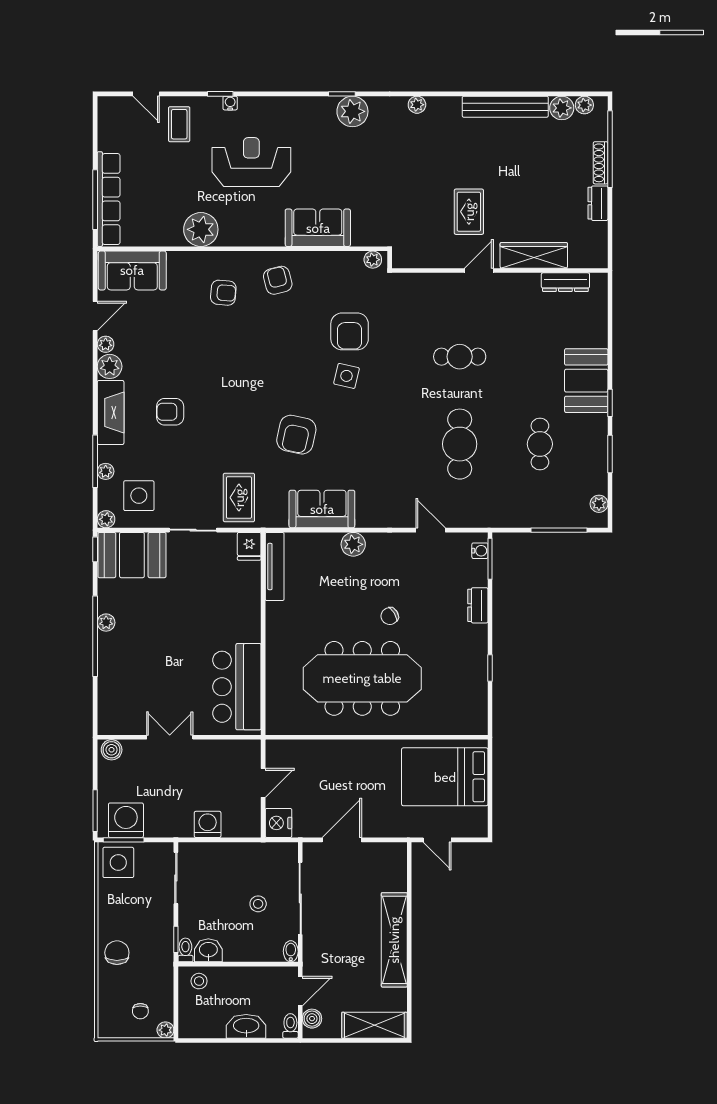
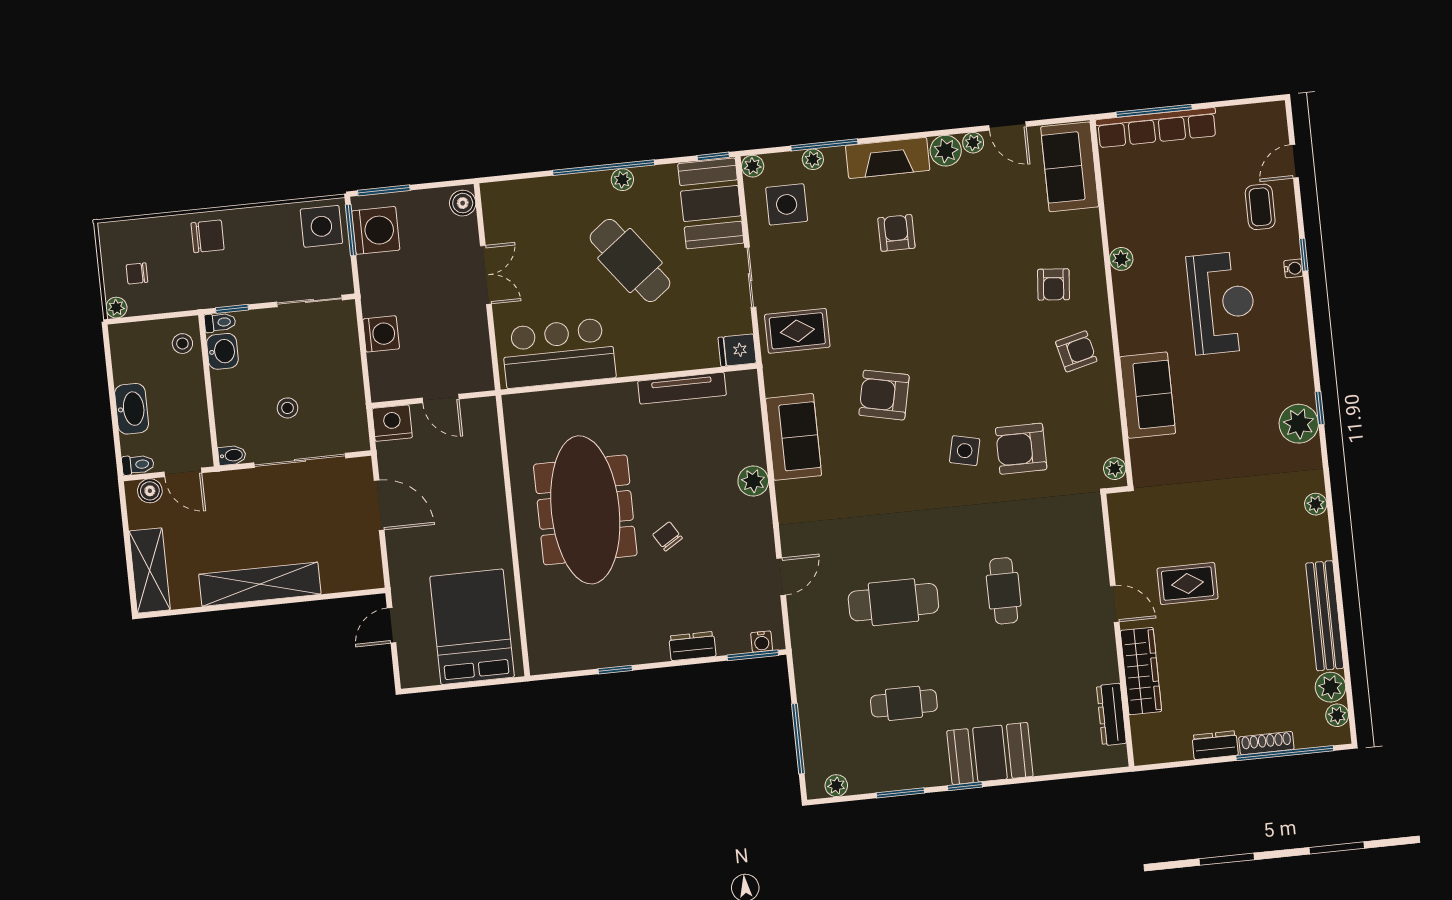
coffee table: (179, 124) -> (1260, 207), turned 90
plant: (201, 229) -> (1121, 259), width x0.53, depth x0.53
tv unit: (275, 567) -> (682, 388), moved
cafe table: (170, 623) -> (630, 260), added

